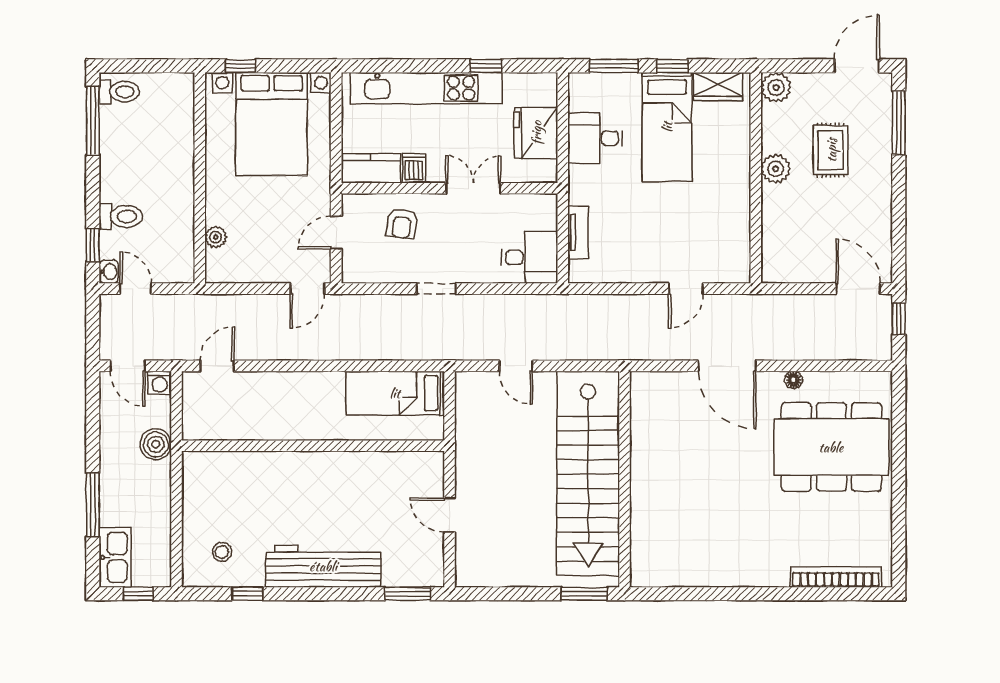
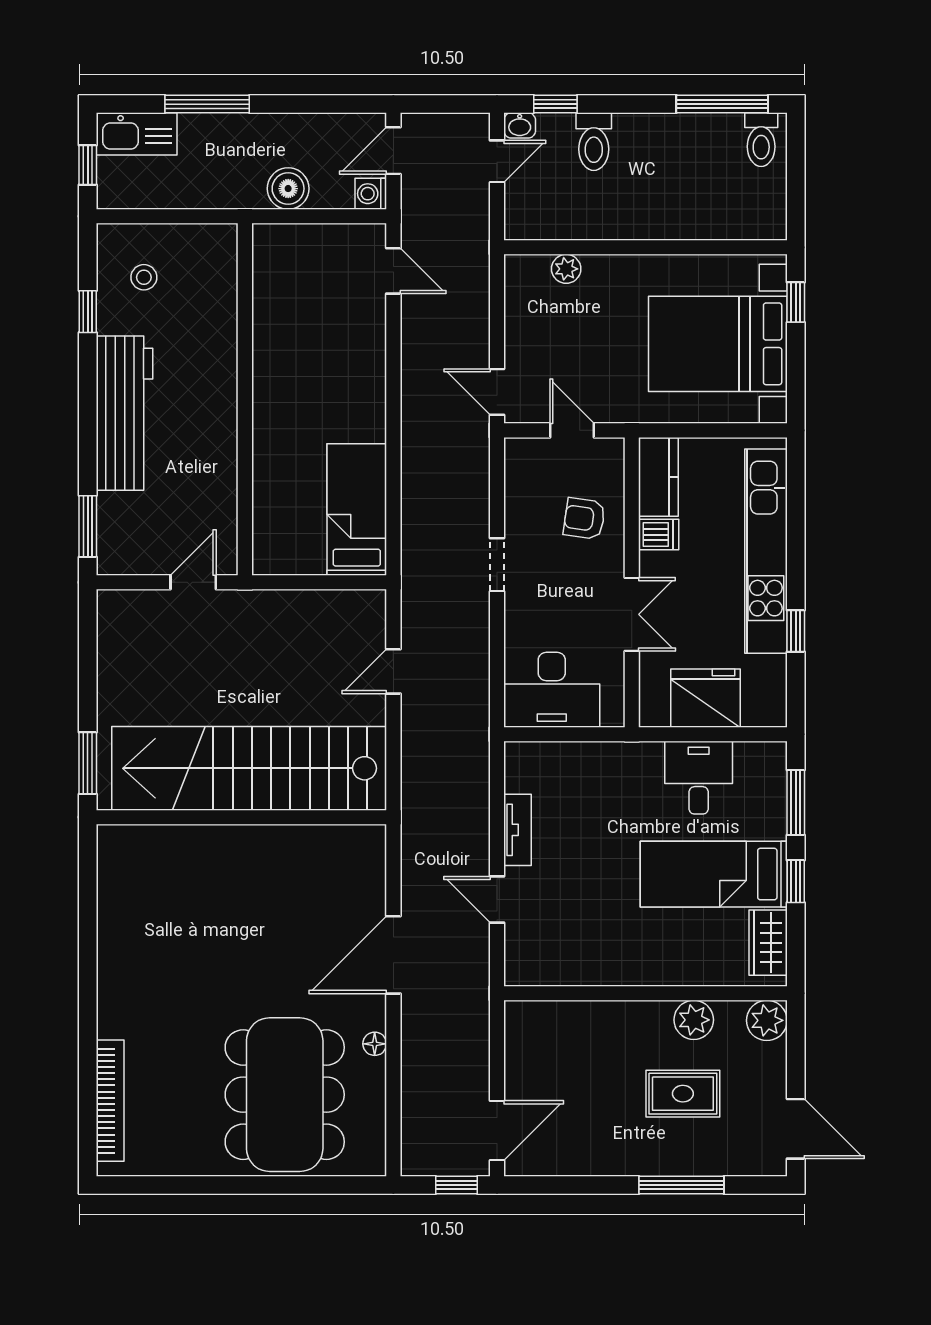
window: (899, 123) -> (681, 1185), moved
plant: (776, 169) -> (694, 1020), moved
tv unit: (578, 232) -> (518, 830), moved, turned -90
desk: (530, 258) -> (552, 690), width x1.37
wall: (313, 446) -> (245, 399), moved

